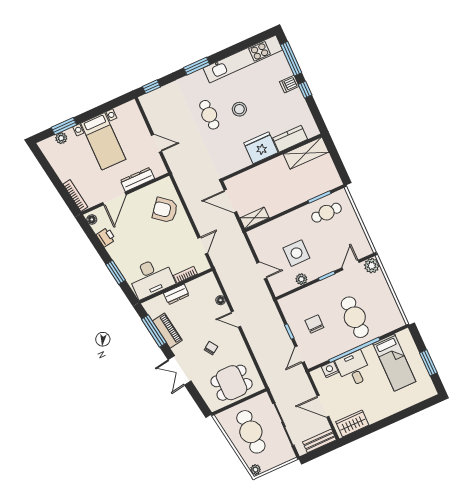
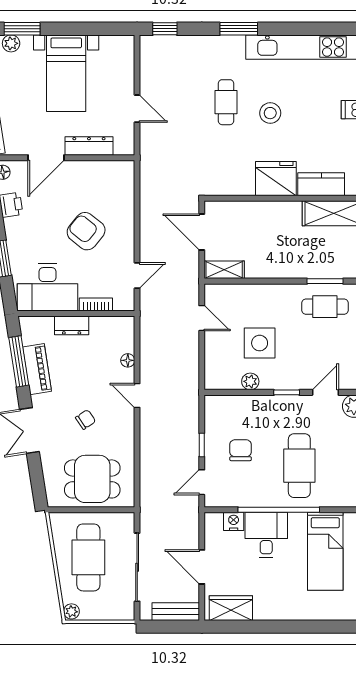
armchair: (165, 210) -> (86, 231), moved
door: (262, 271) -> (202, 318), moved

